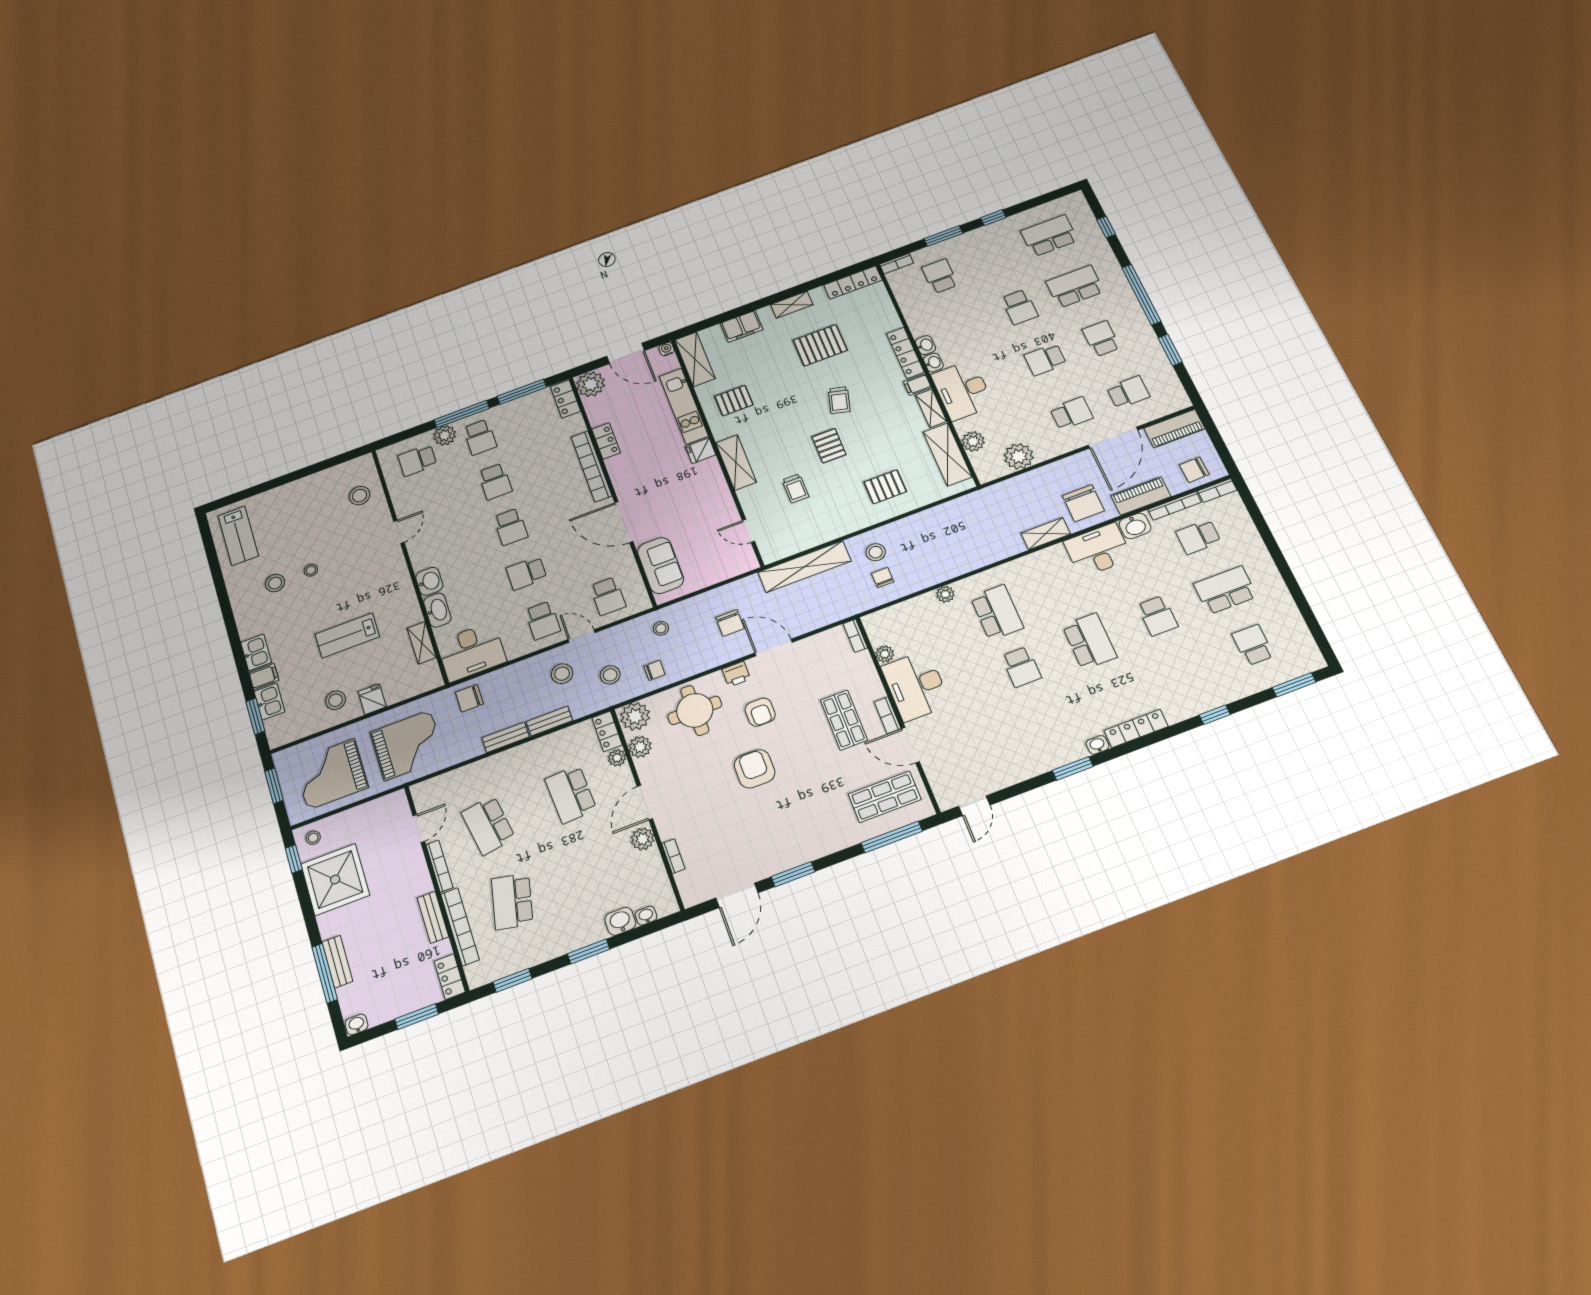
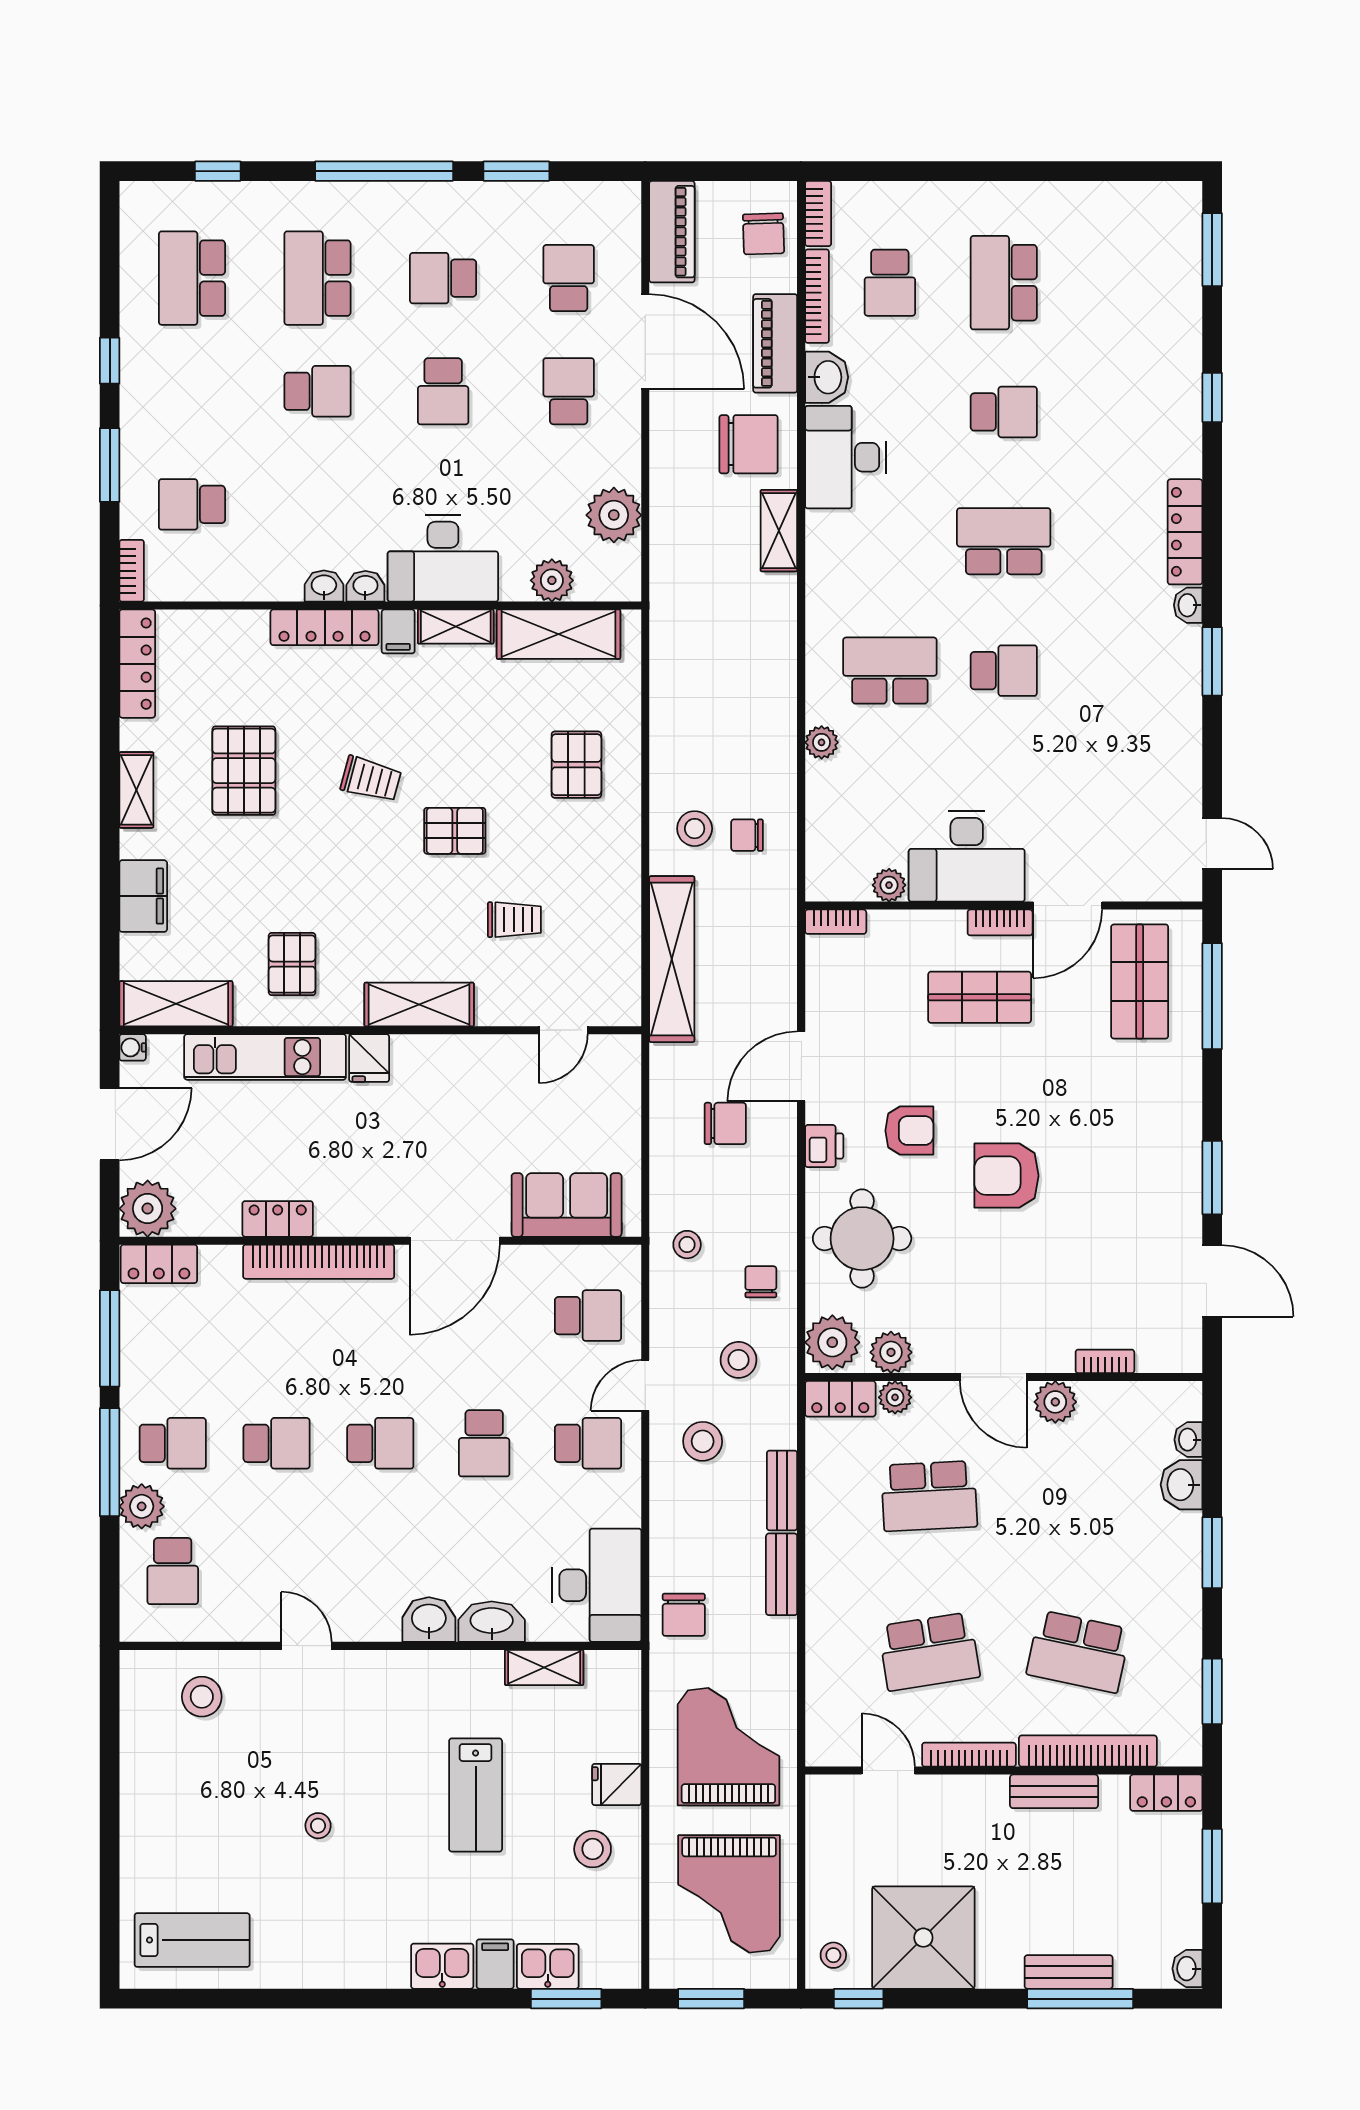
stool: (275, 583) -> (317, 1897), removed
school desk: (1253, 645) -> (1118, 283), removed

